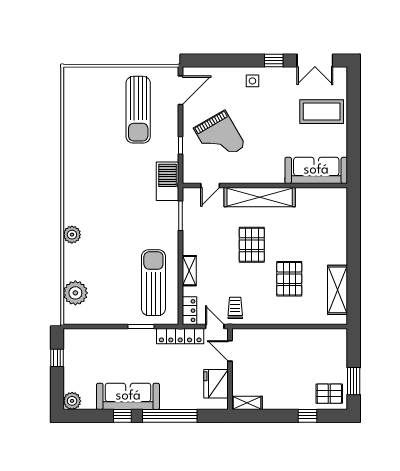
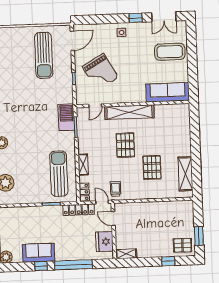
barbecue: (168, 181) -> (66, 117), moved
sofa: (128, 396) -> (39, 253), width x0.73

